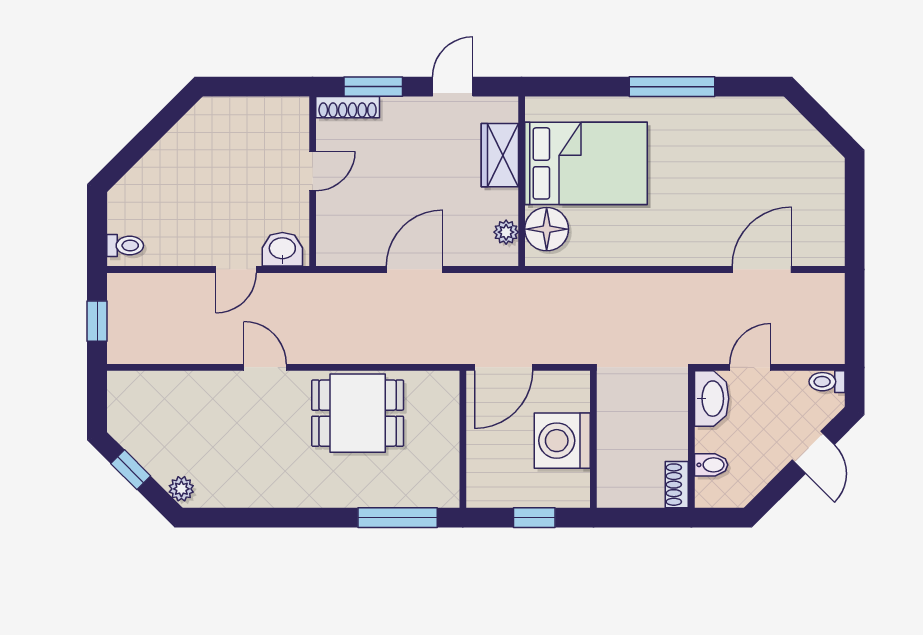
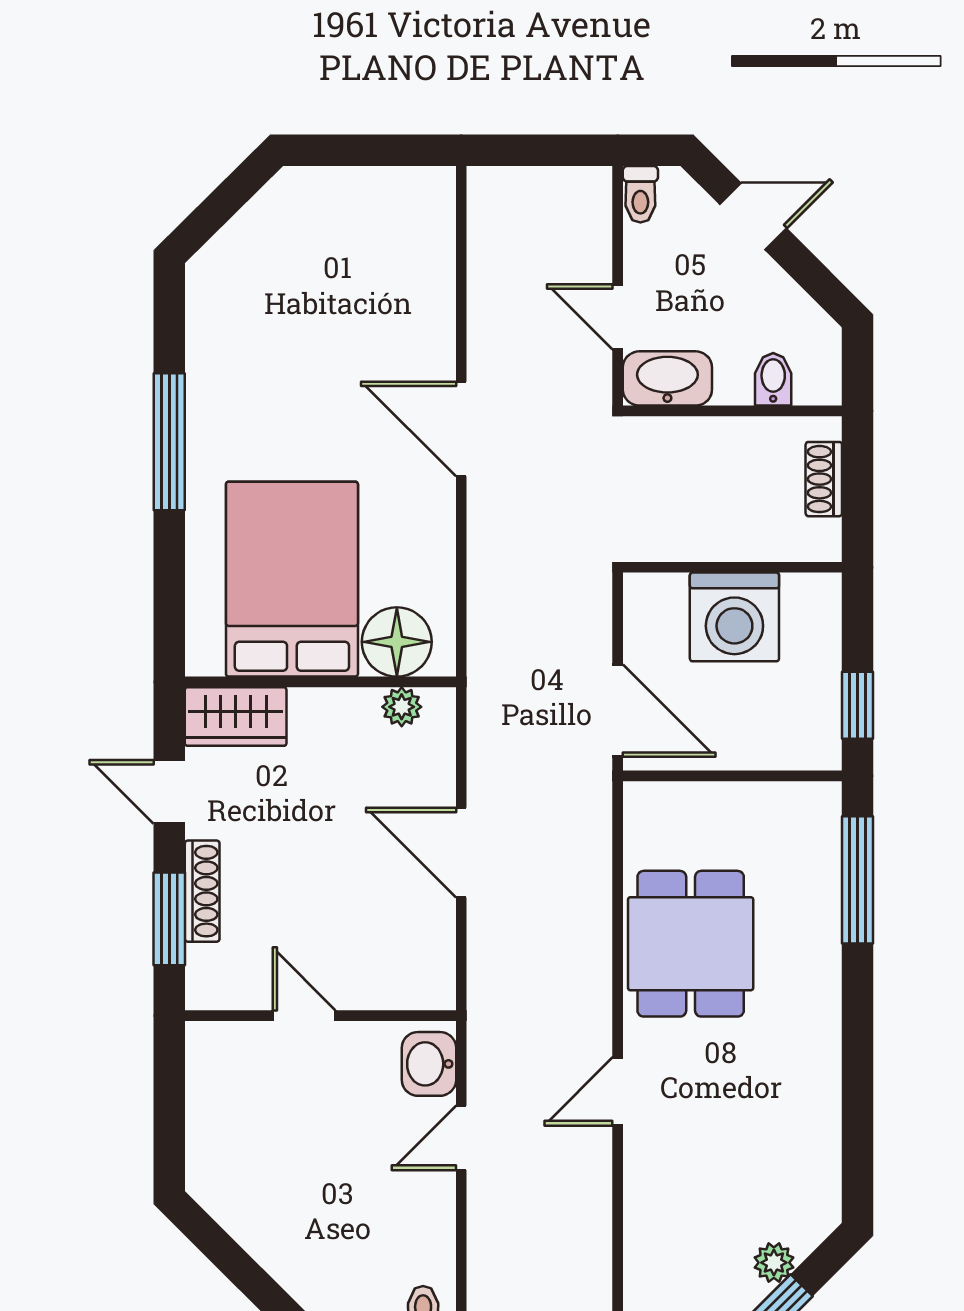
shoe rack: (348, 107) -> (202, 891), moved
wardrobe: (500, 155) -> (236, 717), moved
door: (236, 269) -> (461, 1138), swing flipped
door: (762, 269) -> (461, 429), moved
shoe rack: (677, 485) -> (824, 479), moved, turned 90
plant: (181, 489) -> (774, 1263), moved
window: (534, 518) -> (858, 705), moved

